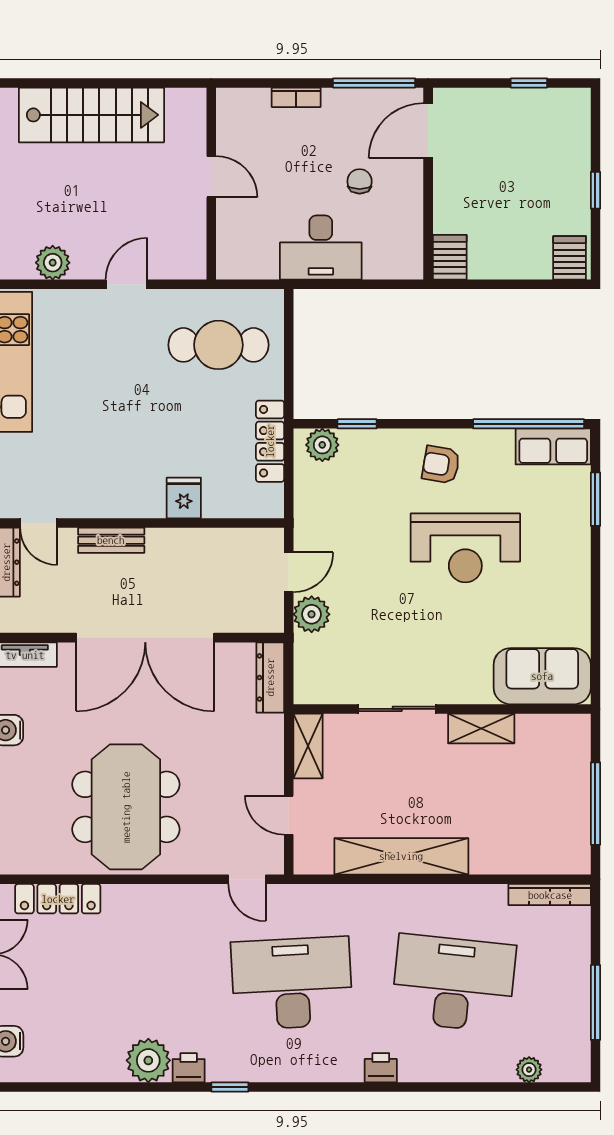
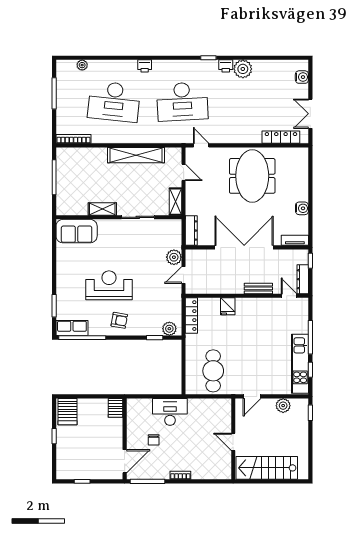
door: (211, 177) -> (233, 442), moved
wall: (211, 184) -> (233, 439), moved
server rack: (570, 258) -> (68, 412), width x1.36, depth x1.44
cafe table: (218, 345) -> (213, 371), turned 90
locker: (270, 441) -> (191, 316), moved

